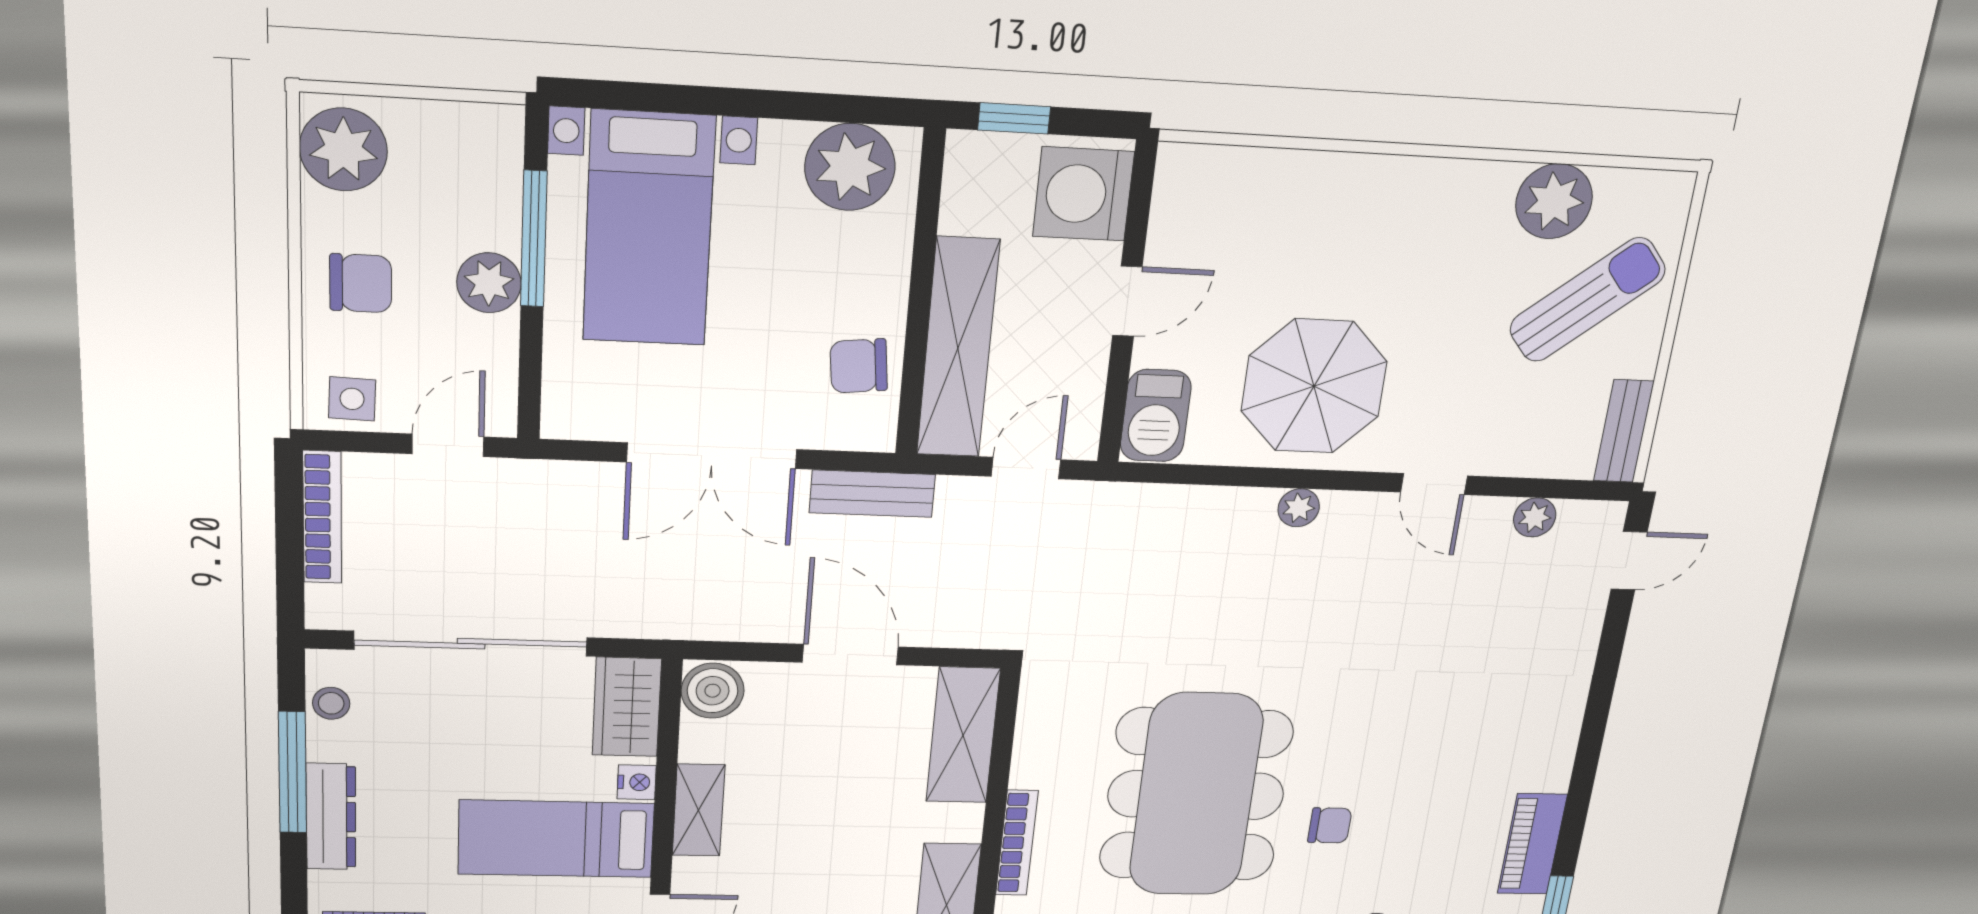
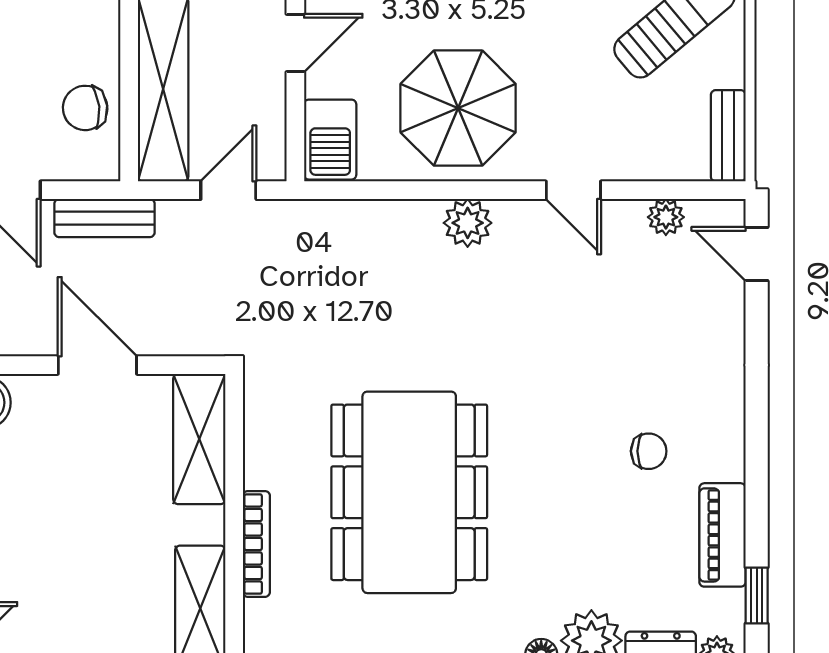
plant: (1299, 508) -> (468, 223), width x1.38, depth x1.38
door: (1629, 561) -> (757, 254), swing flipped
chair: (1330, 825) -> (649, 451), moved

